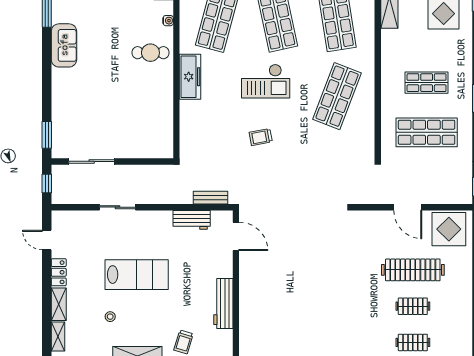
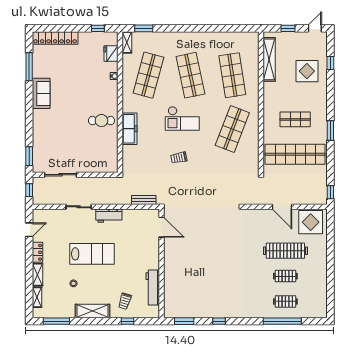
cafe table: (150, 53) -> (101, 121), moved
freezer: (190, 77) -> (129, 129), moved
shop shelf: (427, 132) -> (295, 154), width x1.40
workbench: (192, 220) -> (109, 216), moved
door: (47, 240) -> (29, 230), swing flipped
workbench: (223, 304) -> (153, 287), moved

